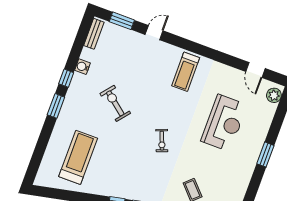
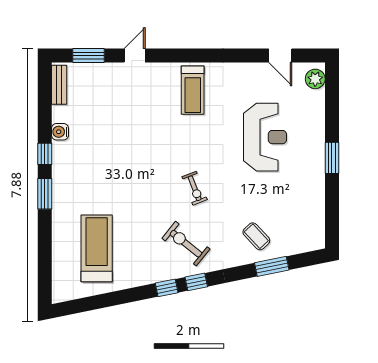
exercise bike: (115, 103) -> (186, 244), moved

